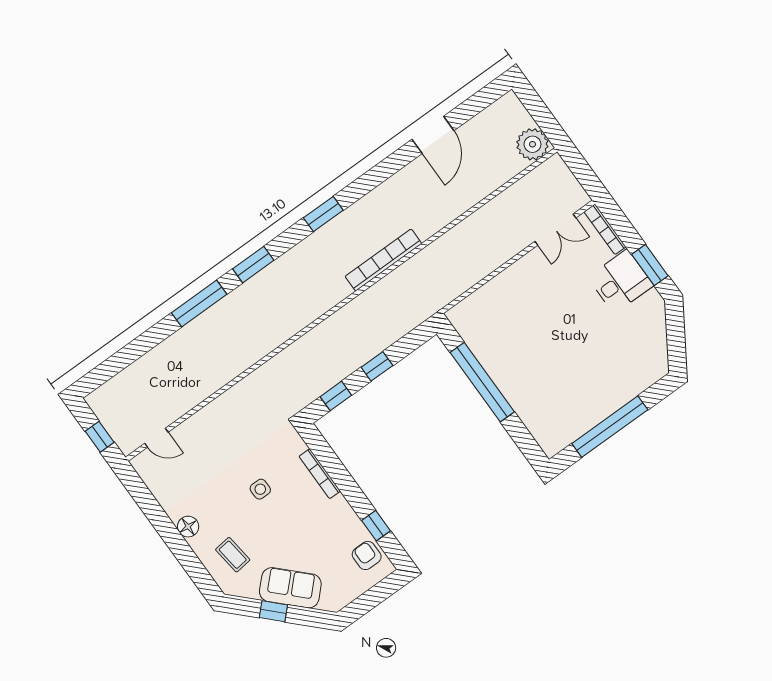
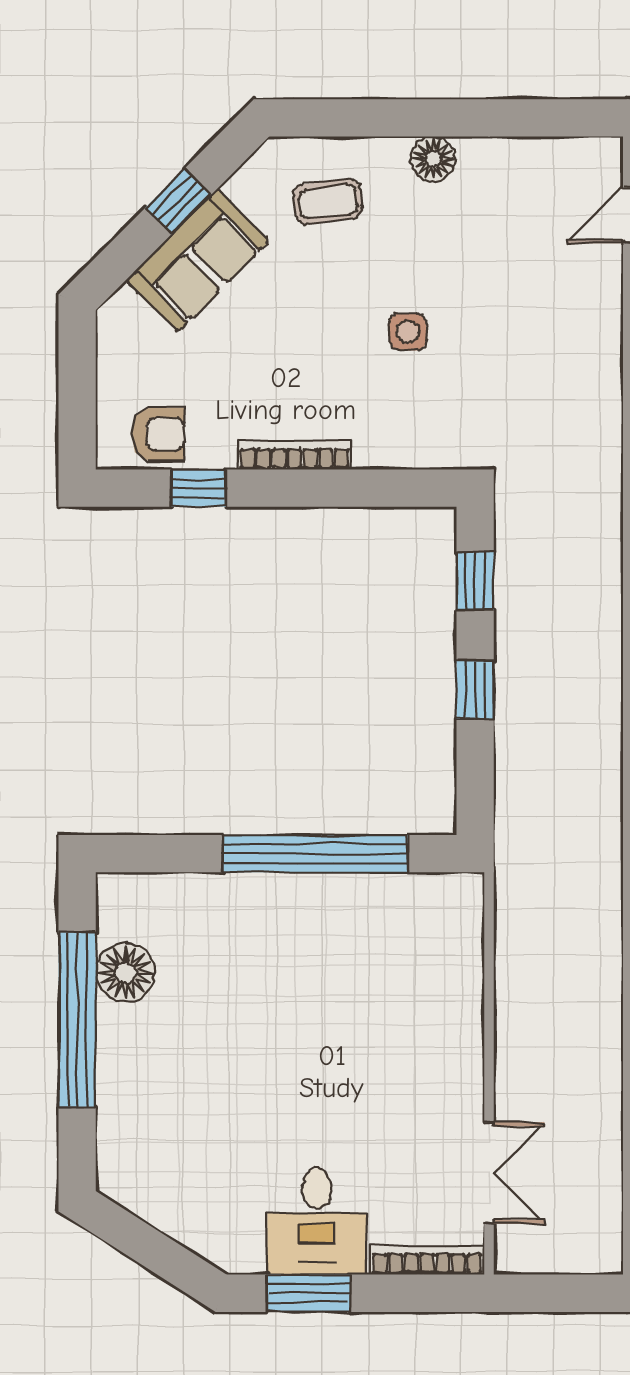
double door: (555, 230) -> (489, 1173), swing flipped
floor lamp: (579, 421) -> (125, 973), added
bookcase: (320, 474) -> (295, 455), moved

